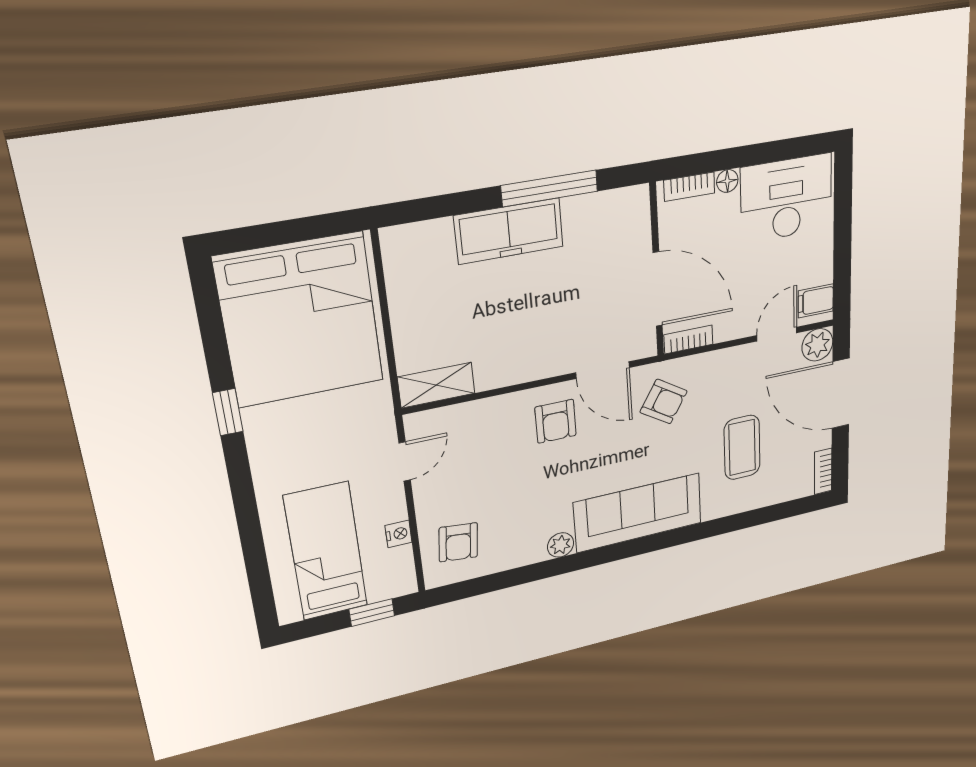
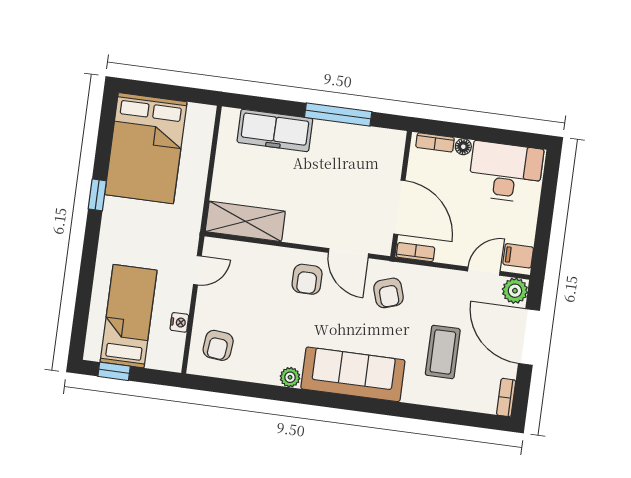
freezer: (509, 231) -> (275, 130), moved
bed: (300, 320) -> (146, 148), width x0.73
shelving: (436, 385) -> (245, 221), width x1.50, depth x1.33
armchair: (664, 402) -> (389, 293), turned 40
window: (372, 613) -> (114, 371), moved

